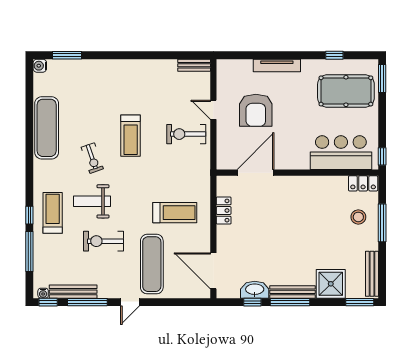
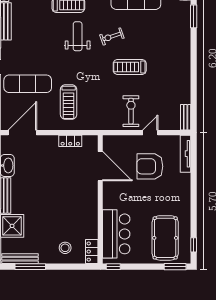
window: (334, 55) -> (194, 245), moved
tv unit: (277, 65) -> (185, 154), moved
window: (382, 223) -> (30, 267), moved
exercise bike: (103, 241) -> (46, 45), removed

